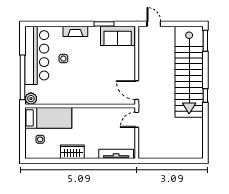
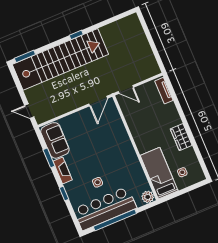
window: (66, 24) -> (64, 194), added
door: (154, 24) -> (29, 111), hinge flipped
fireplace: (75, 31) -> (63, 170), moved
window: (23, 77) -> (115, 220), moved
tv unit: (116, 154) -> (164, 91), width x0.71

